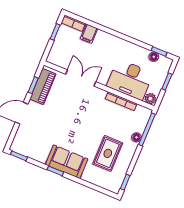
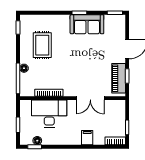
filing cabinet: (89, 34) -> (87, 138), moved
plant: (150, 99) -> (26, 105), removed
sofa: (67, 162) -> (87, 24), moved

